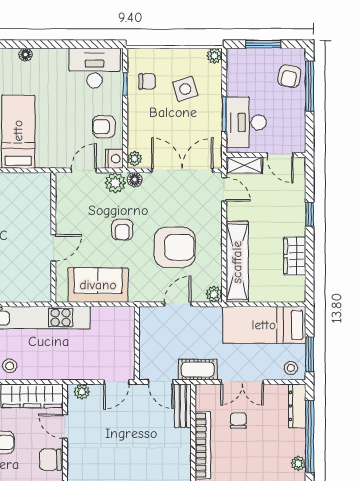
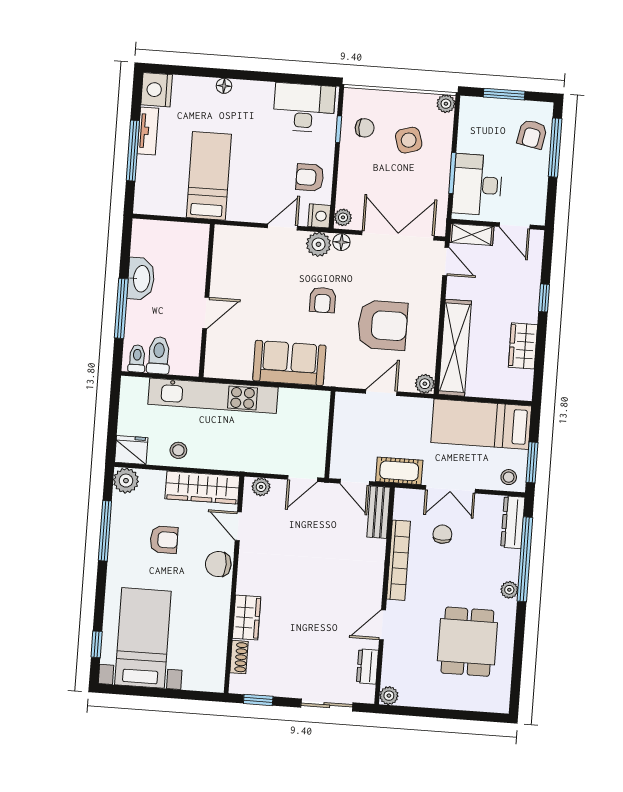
wall: (53, 237) -> (207, 301), moved
door: (53, 248) -> (206, 313), moved

